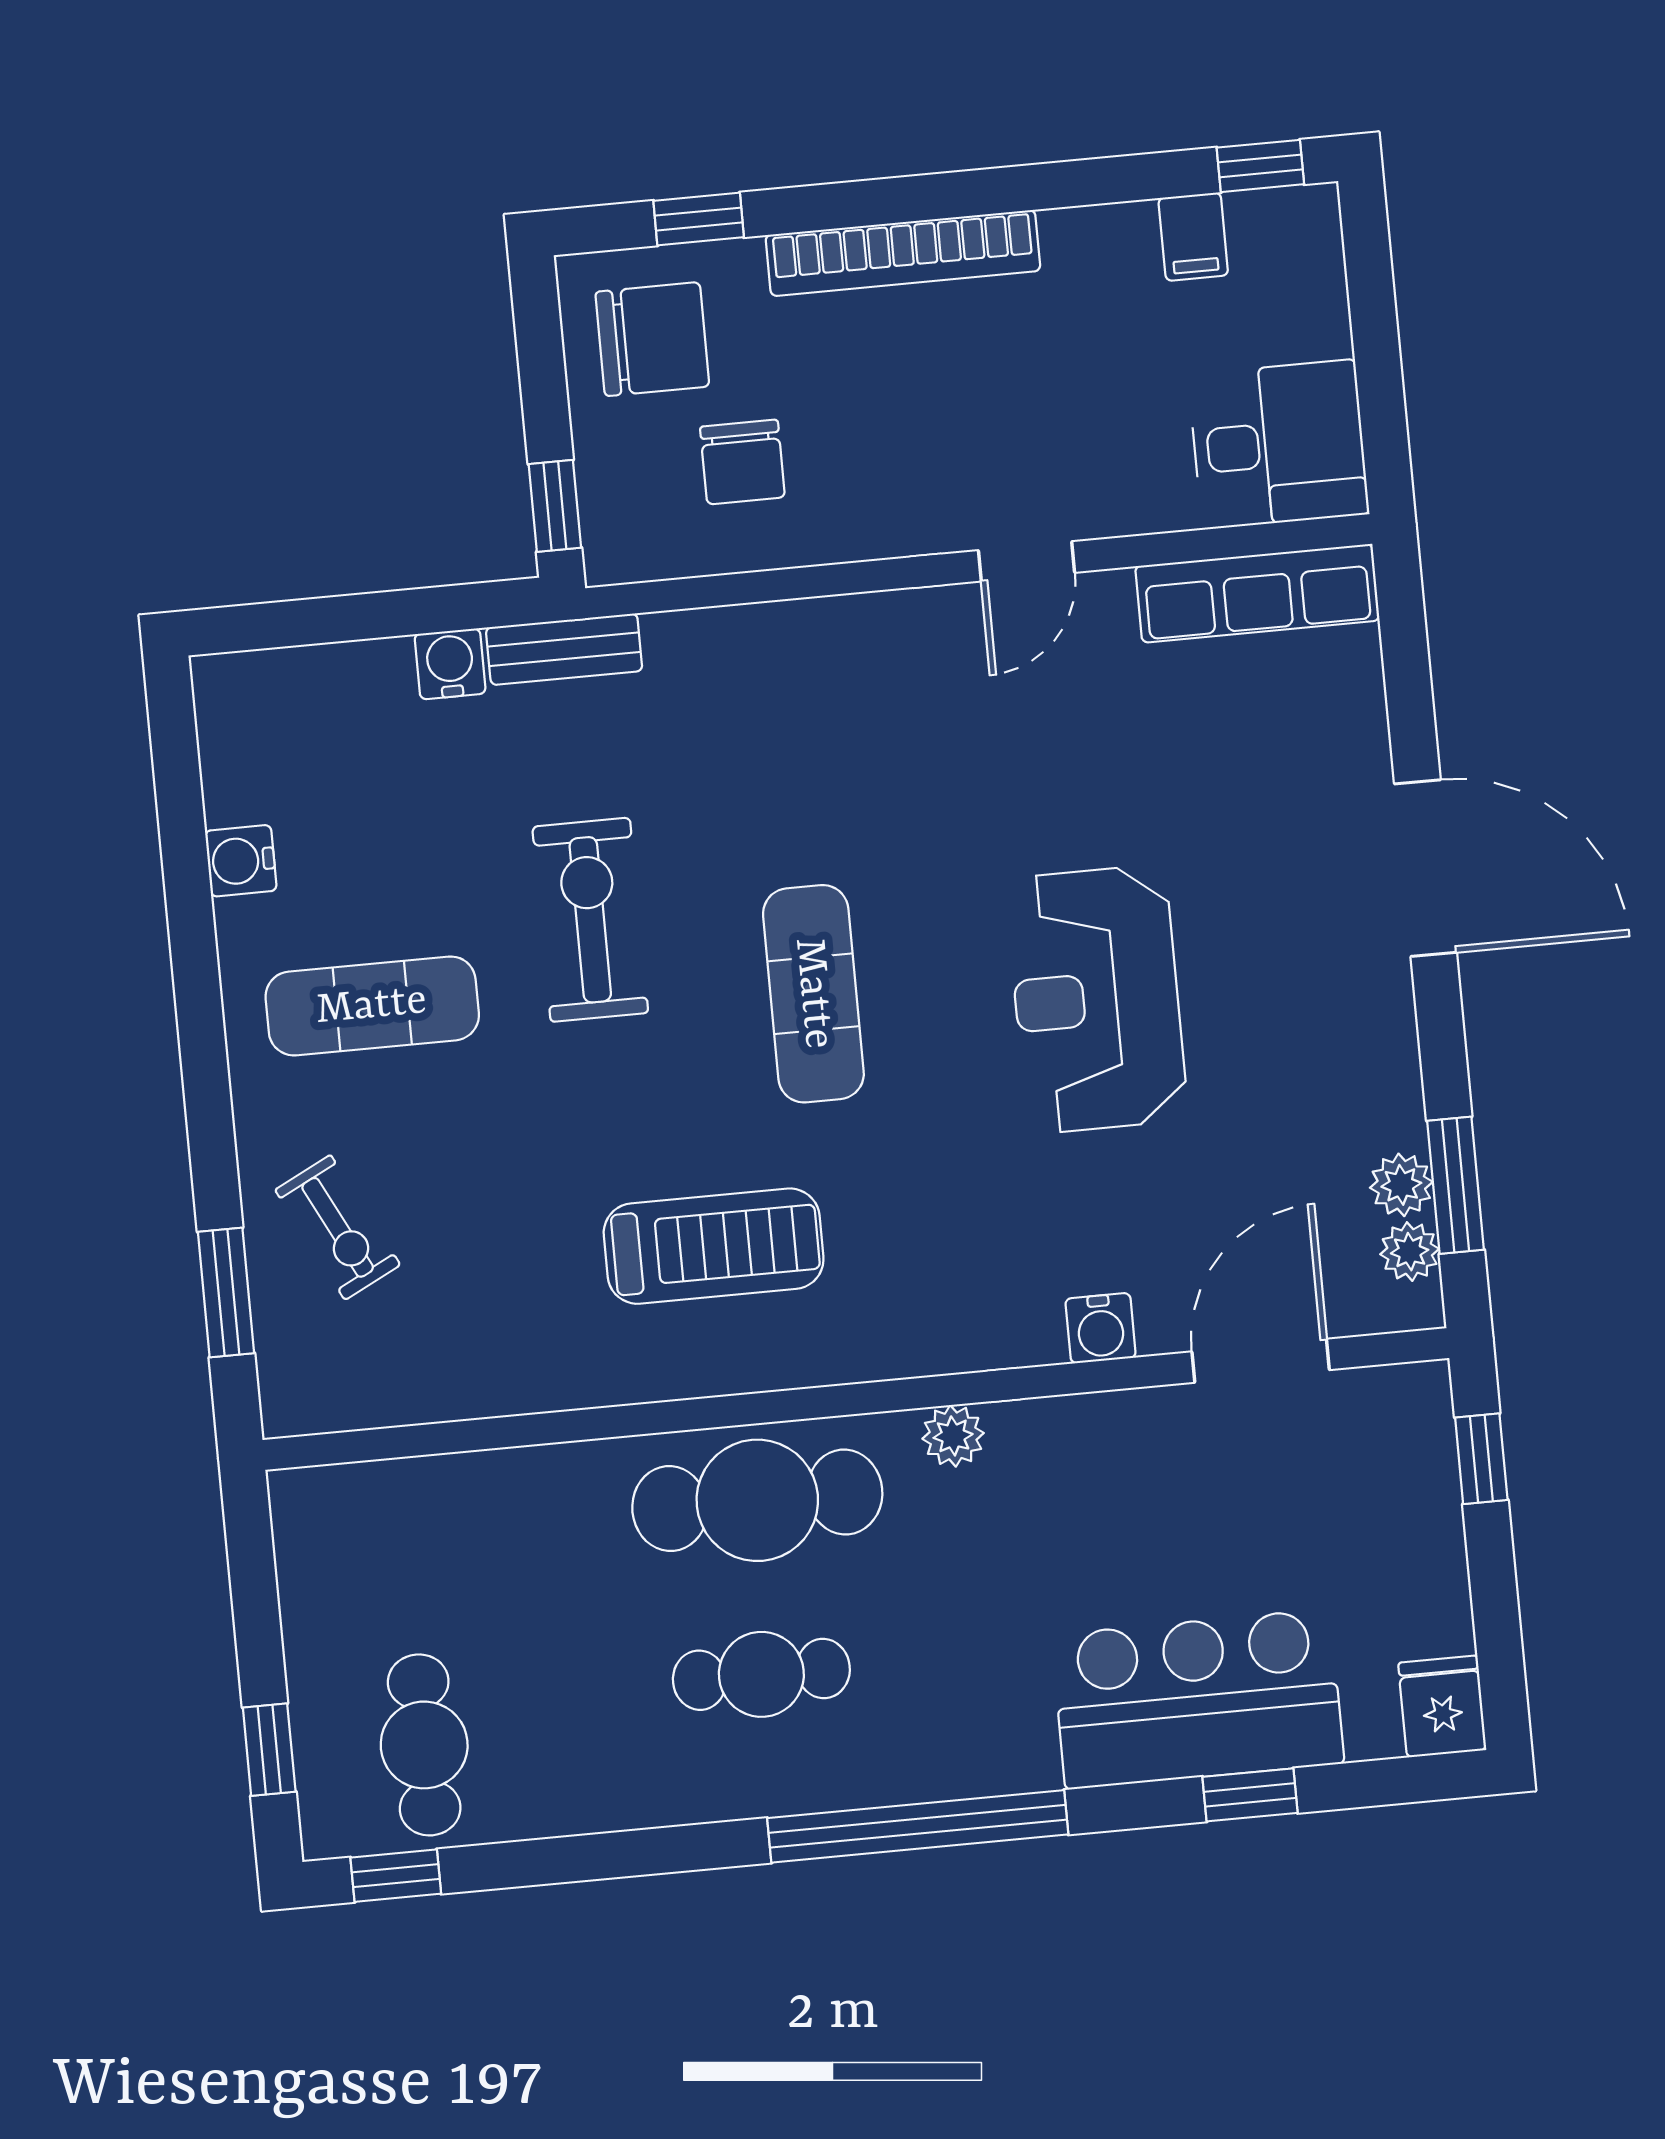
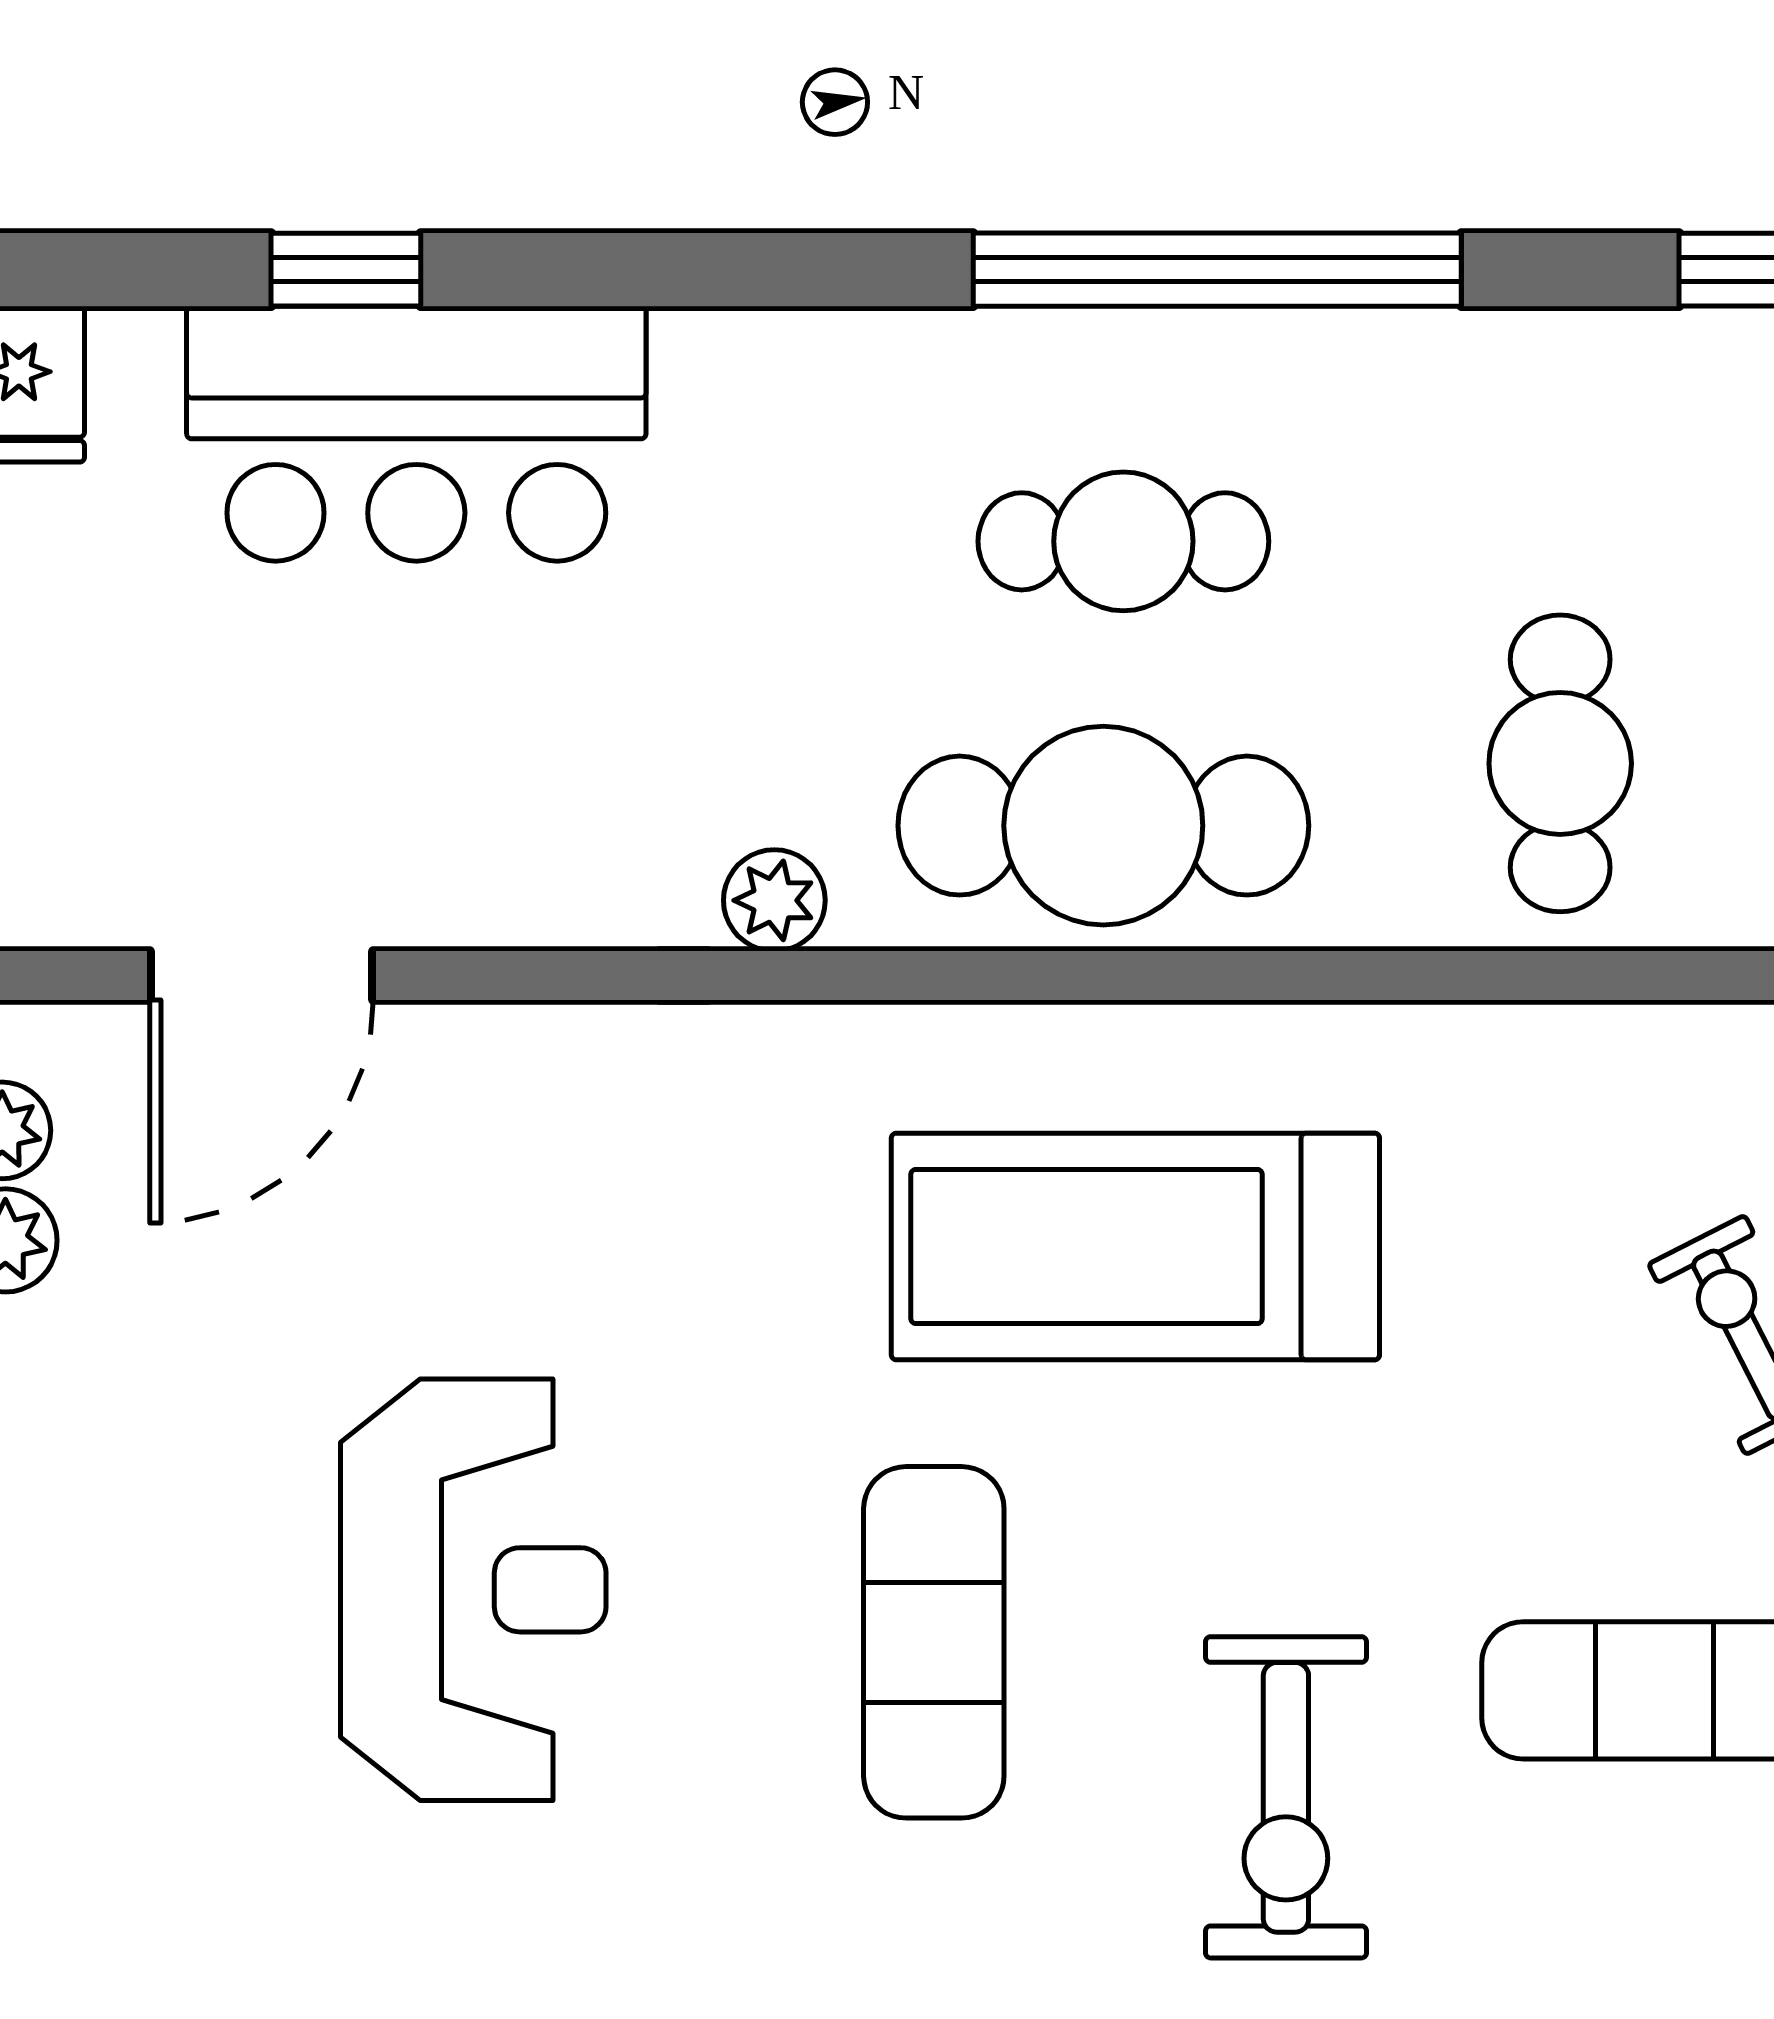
treadmill: (714, 1246) -> (1135, 1247), width x1.37, depth x1.38
water cooler: (1101, 1328) -> (517, 1053), removed
cafe table: (424, 1745) -> (1560, 763), moved
window: (918, 1826) -> (1217, 270), moved

